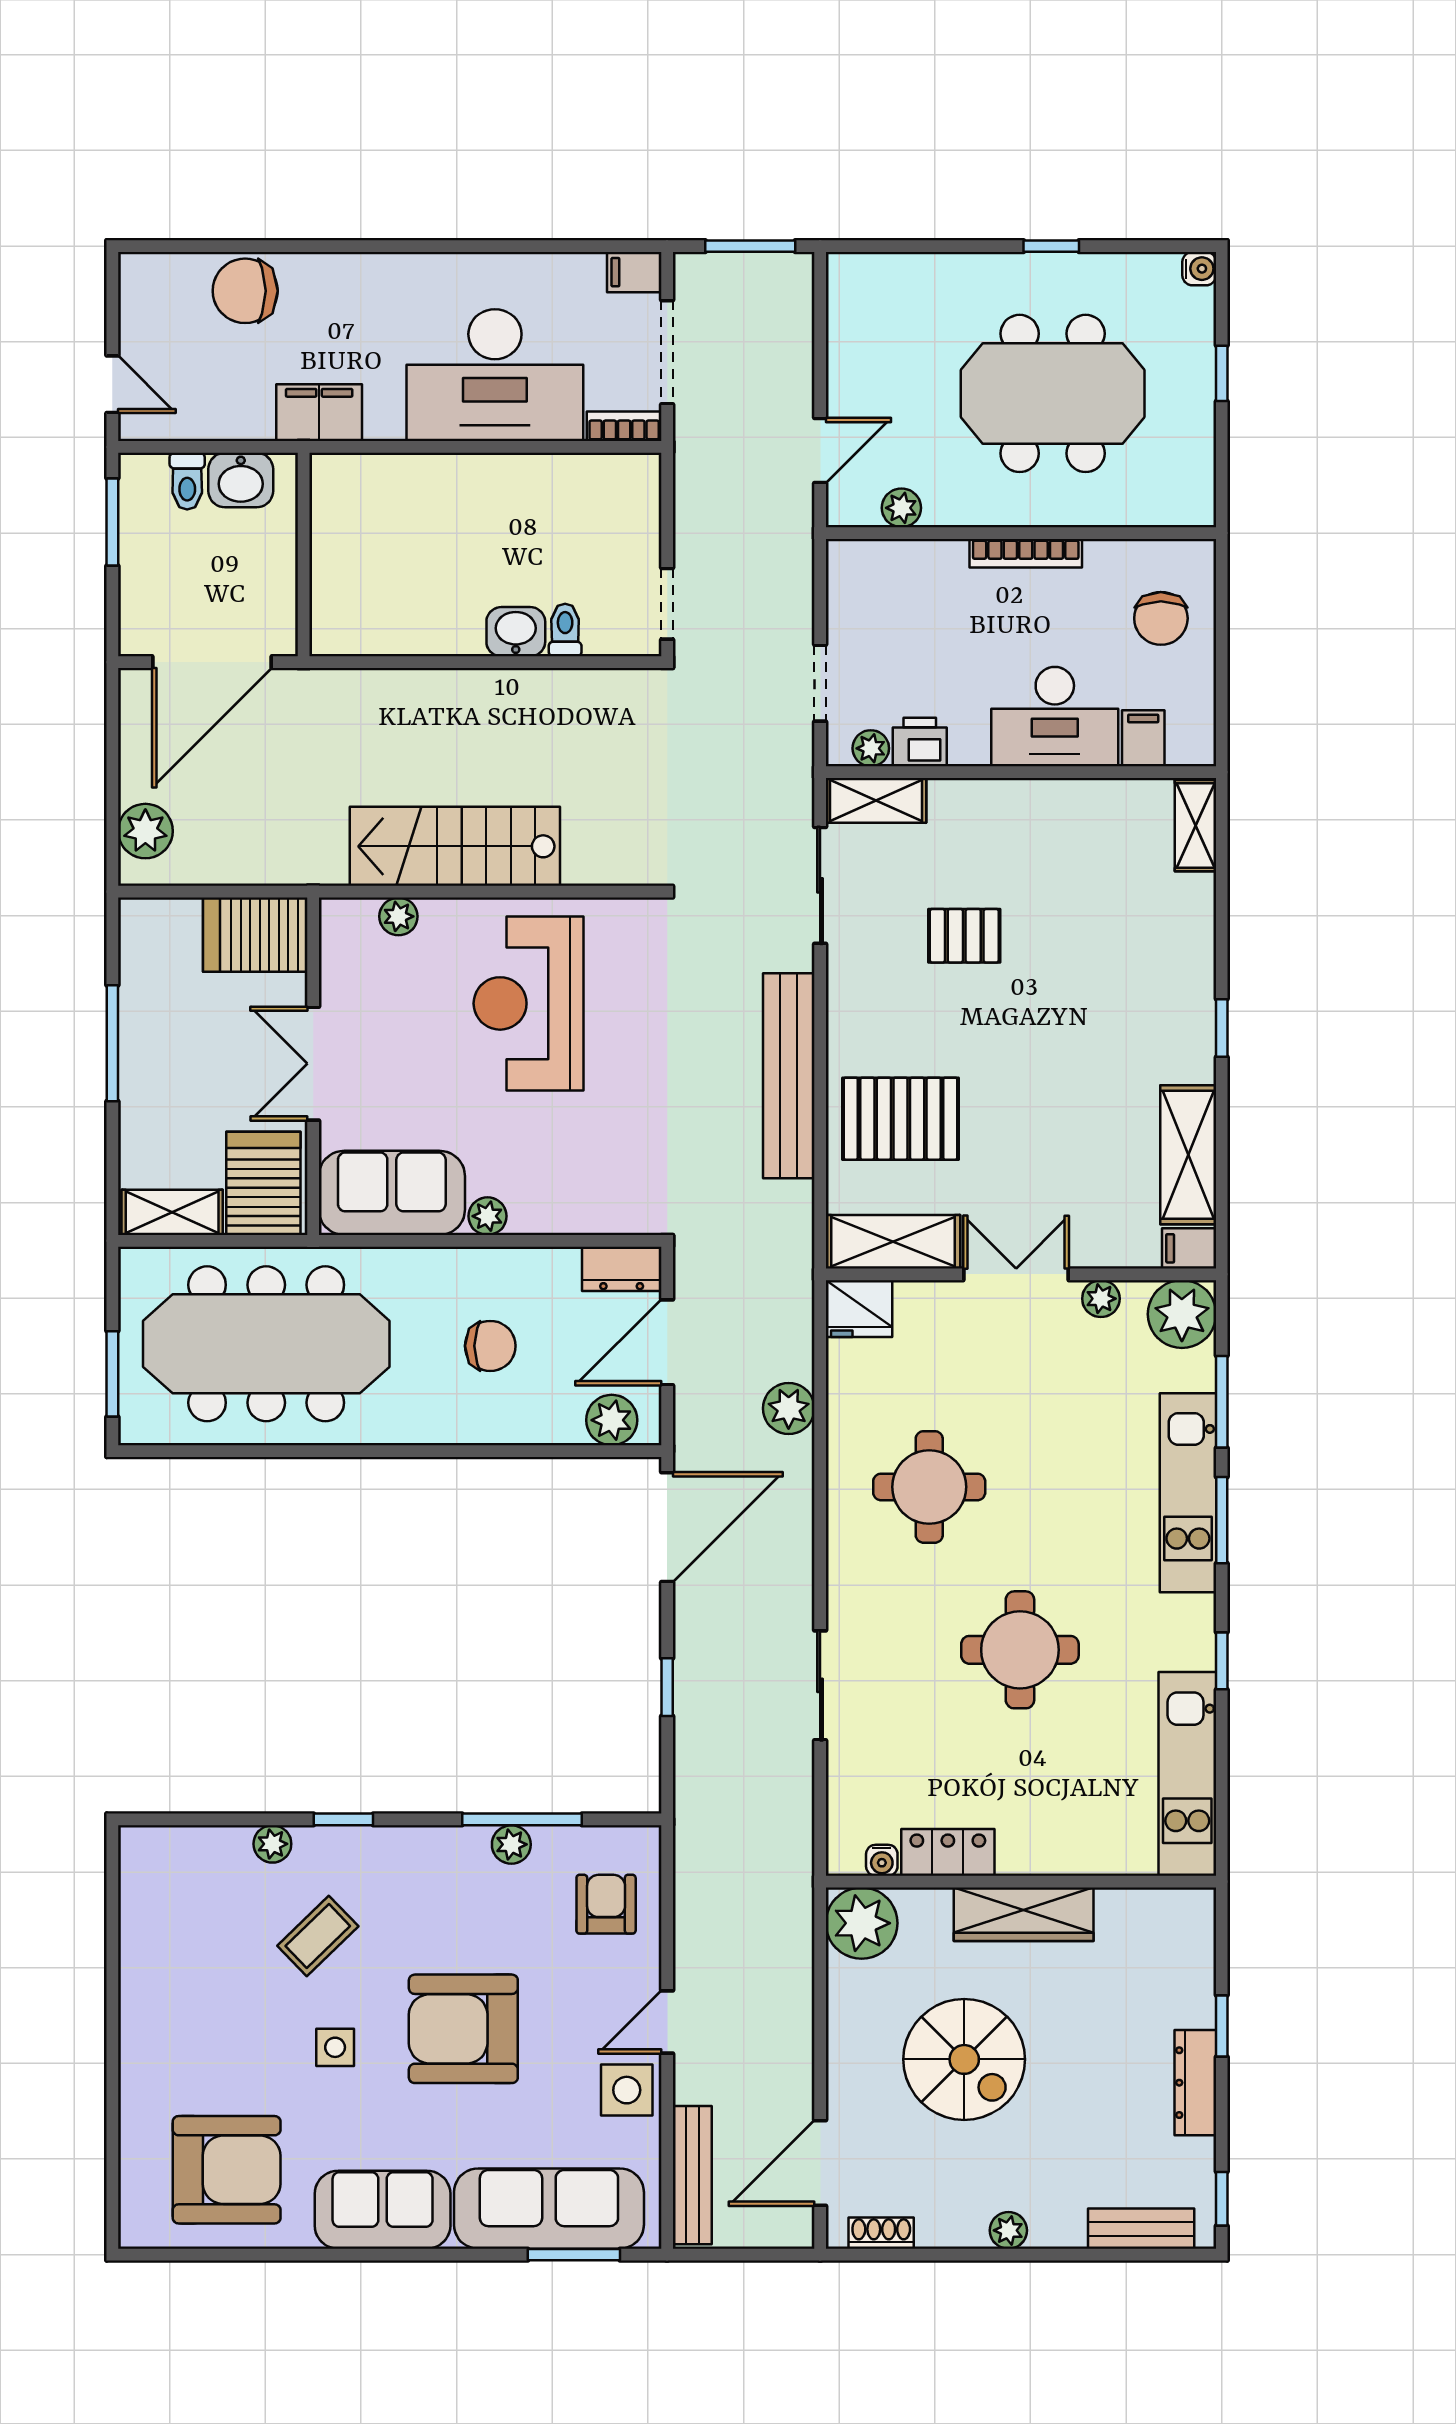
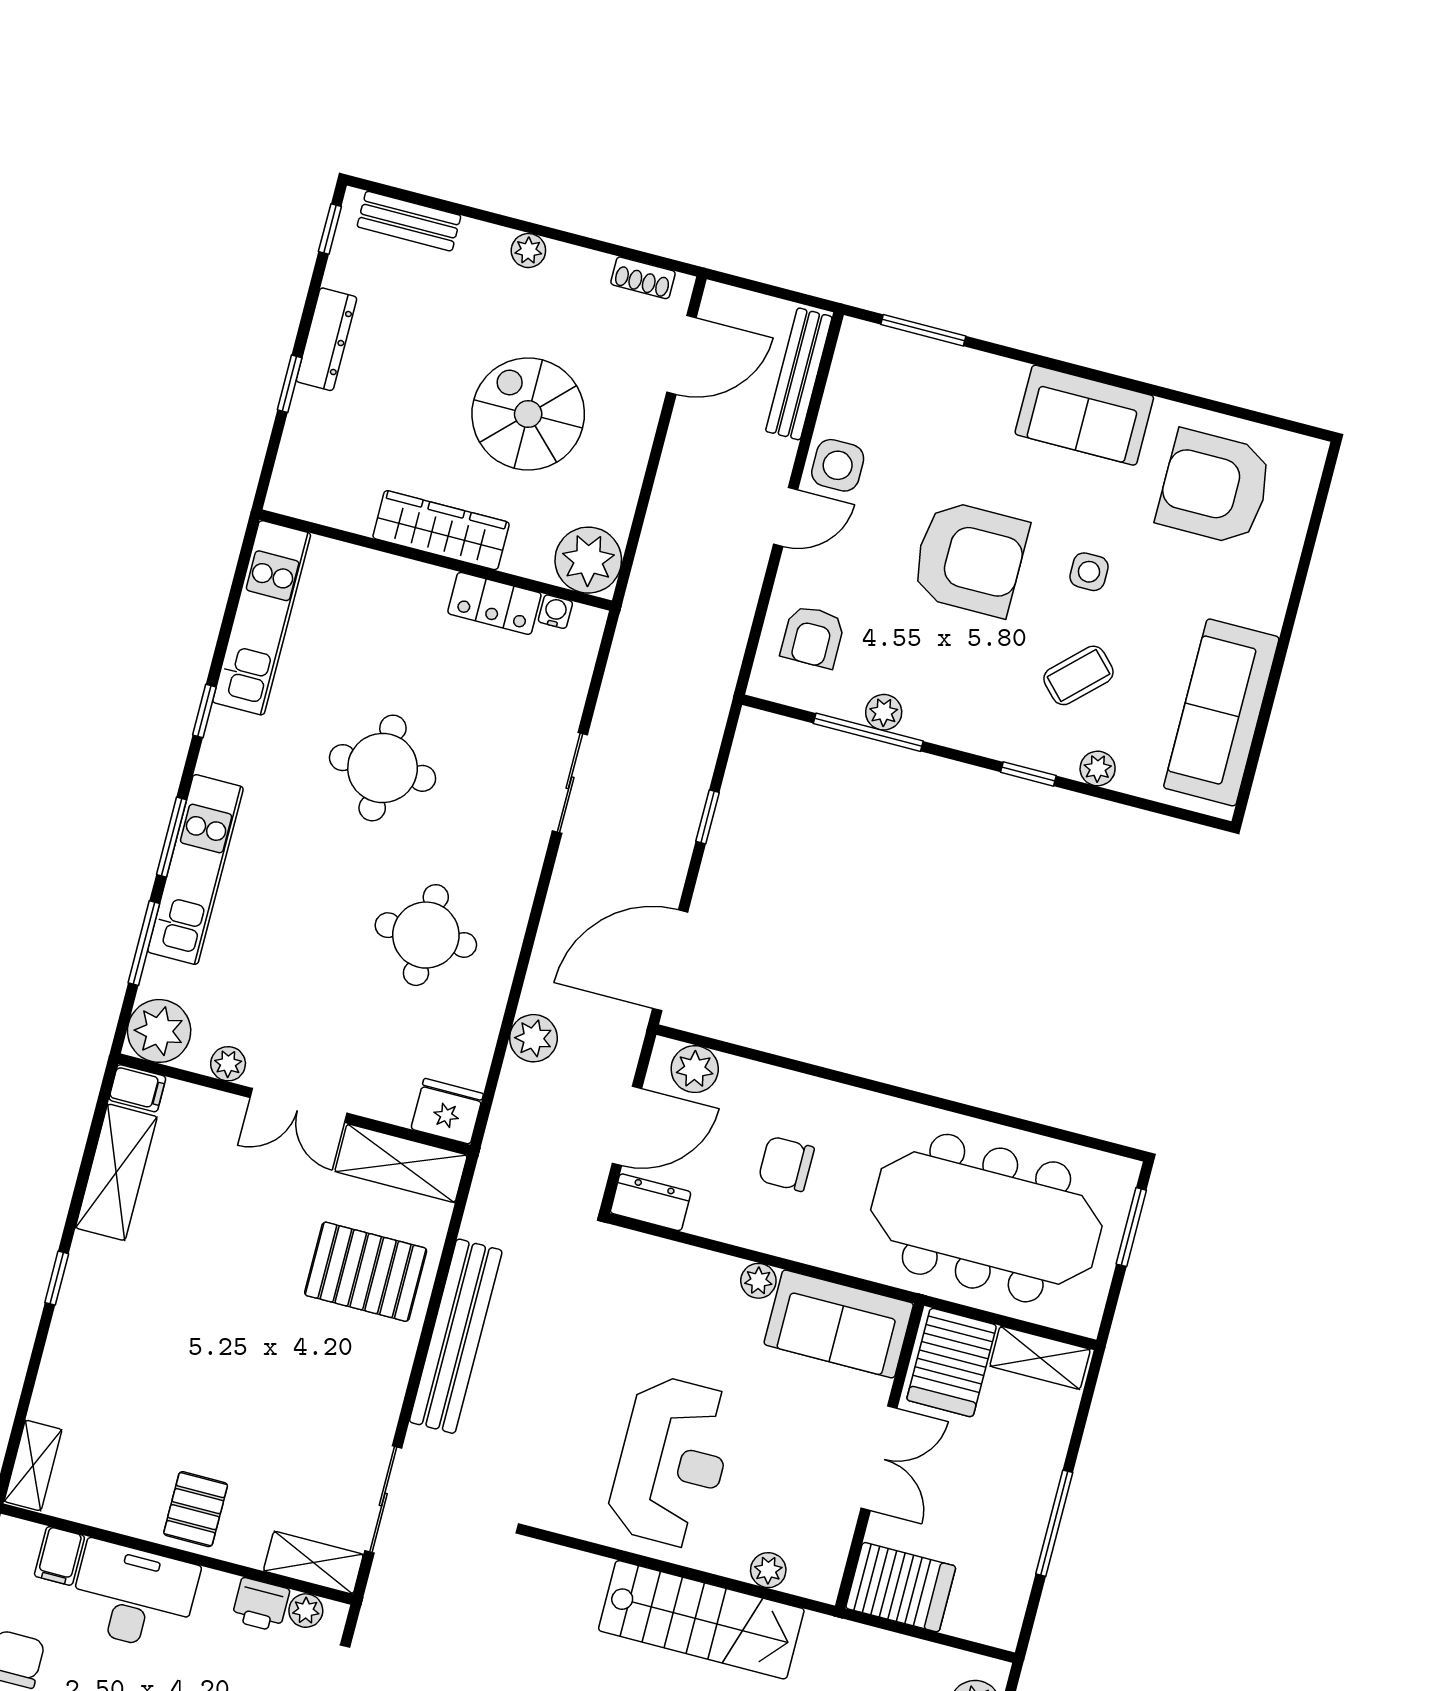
pallet: (964, 936) -> (196, 1509), moved, turned 90
sofa: (549, 2209) -> (1221, 712), moved, turned 90

